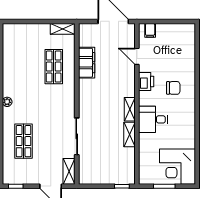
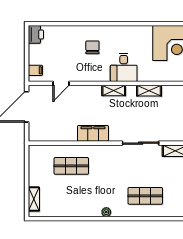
shelving: (63, 29) -> (34, 199), moved
filing cabinet: (87, 63) -> (93, 133), moved
printer: (146, 82) -> (36, 34), moved, turned 90
shelving: (129, 135) -> (149, 91), moved

